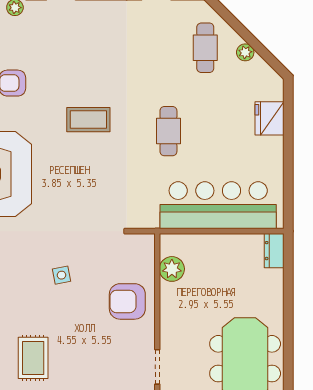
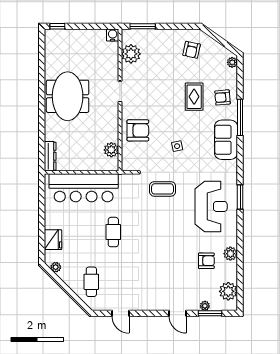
plant: (245, 52) -> (56, 267), moved
coffee table: (88, 120) -> (163, 189), moved
dresser: (274, 251) -> (50, 156), width x1.44

